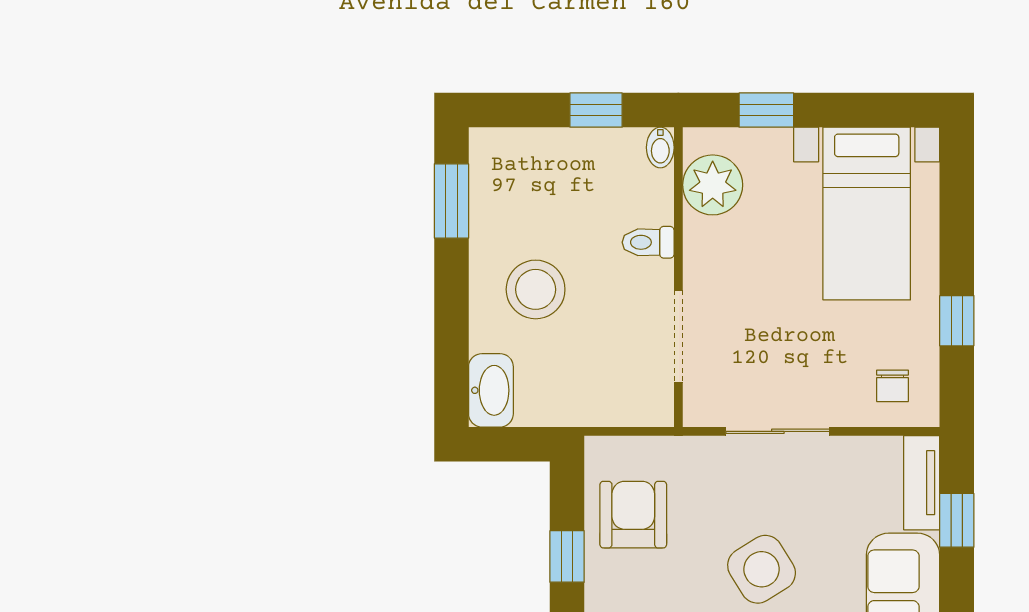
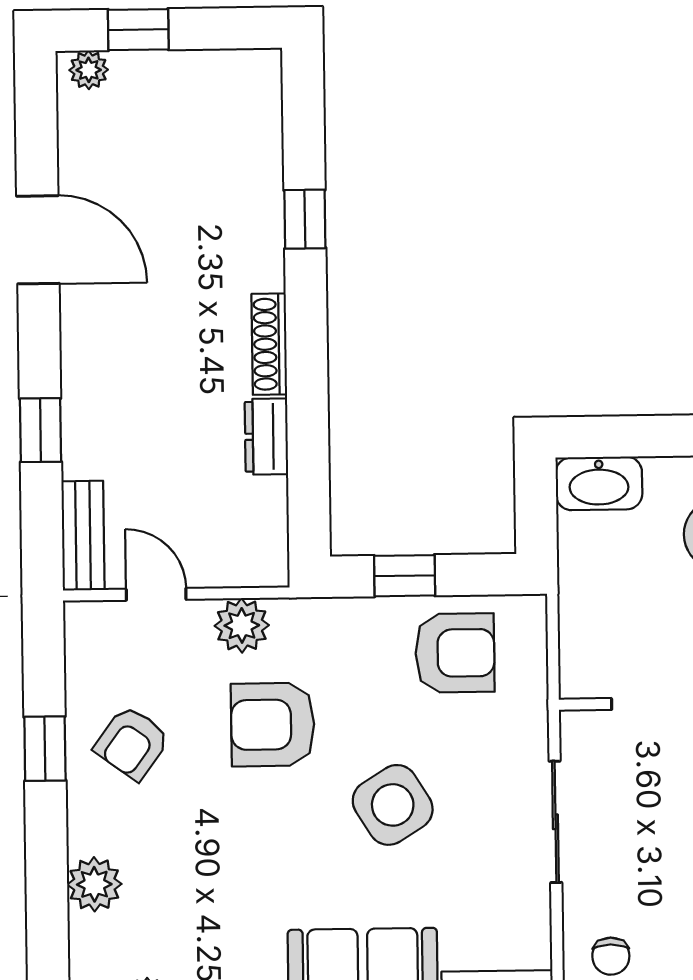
chair: (893, 386) -> (611, 956), turned -90

